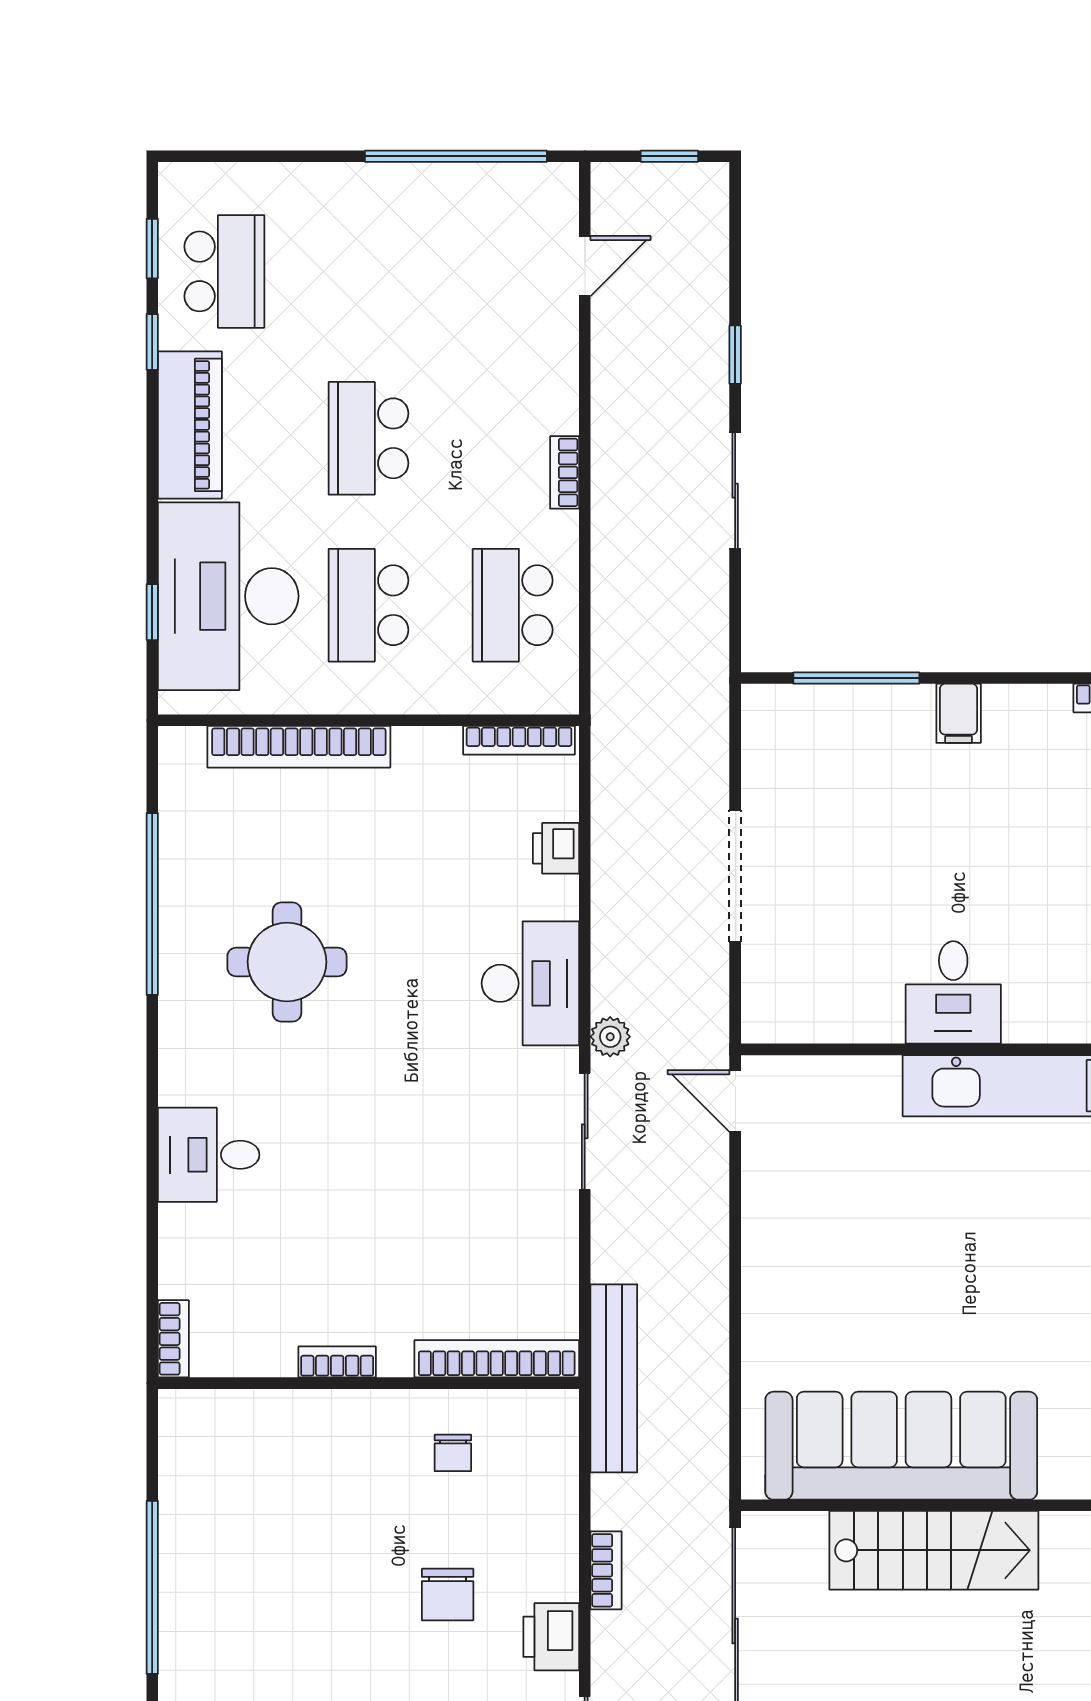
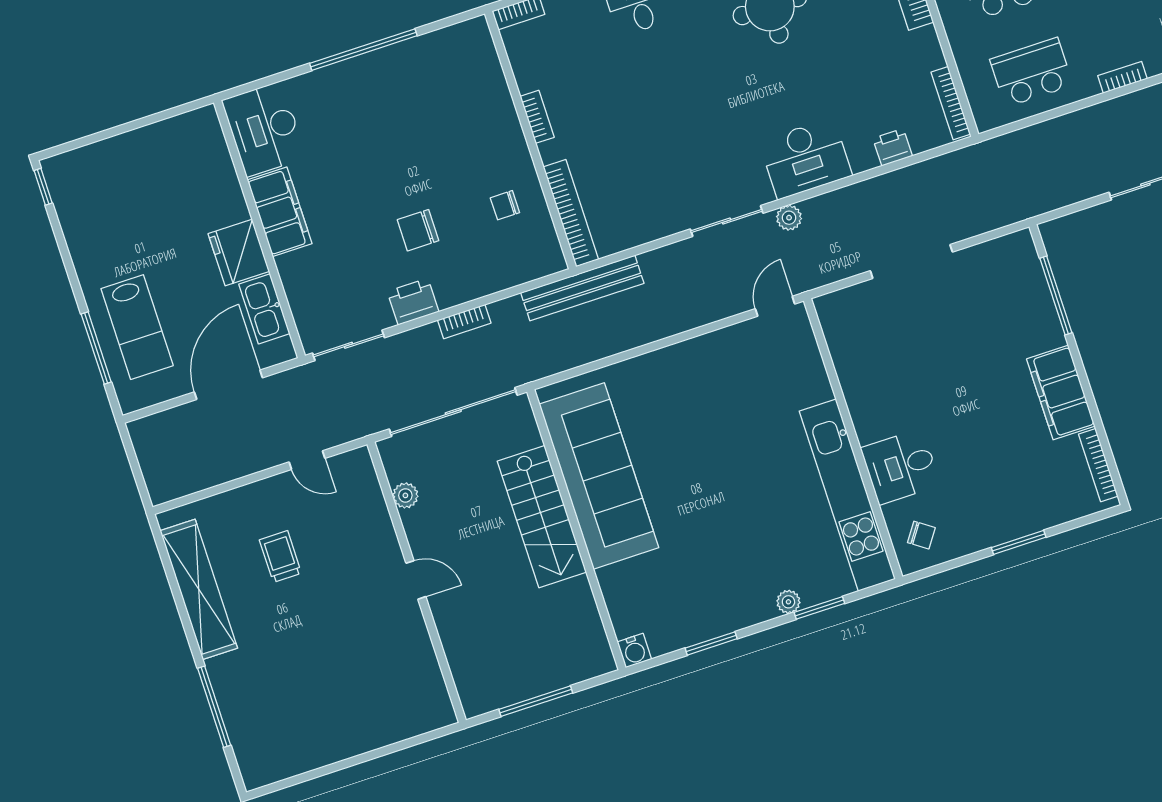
filing cabinet: (959, 713) -> (1061, 393), width x3.00, depth x1.17
desk: (953, 992) -> (901, 467), moved

